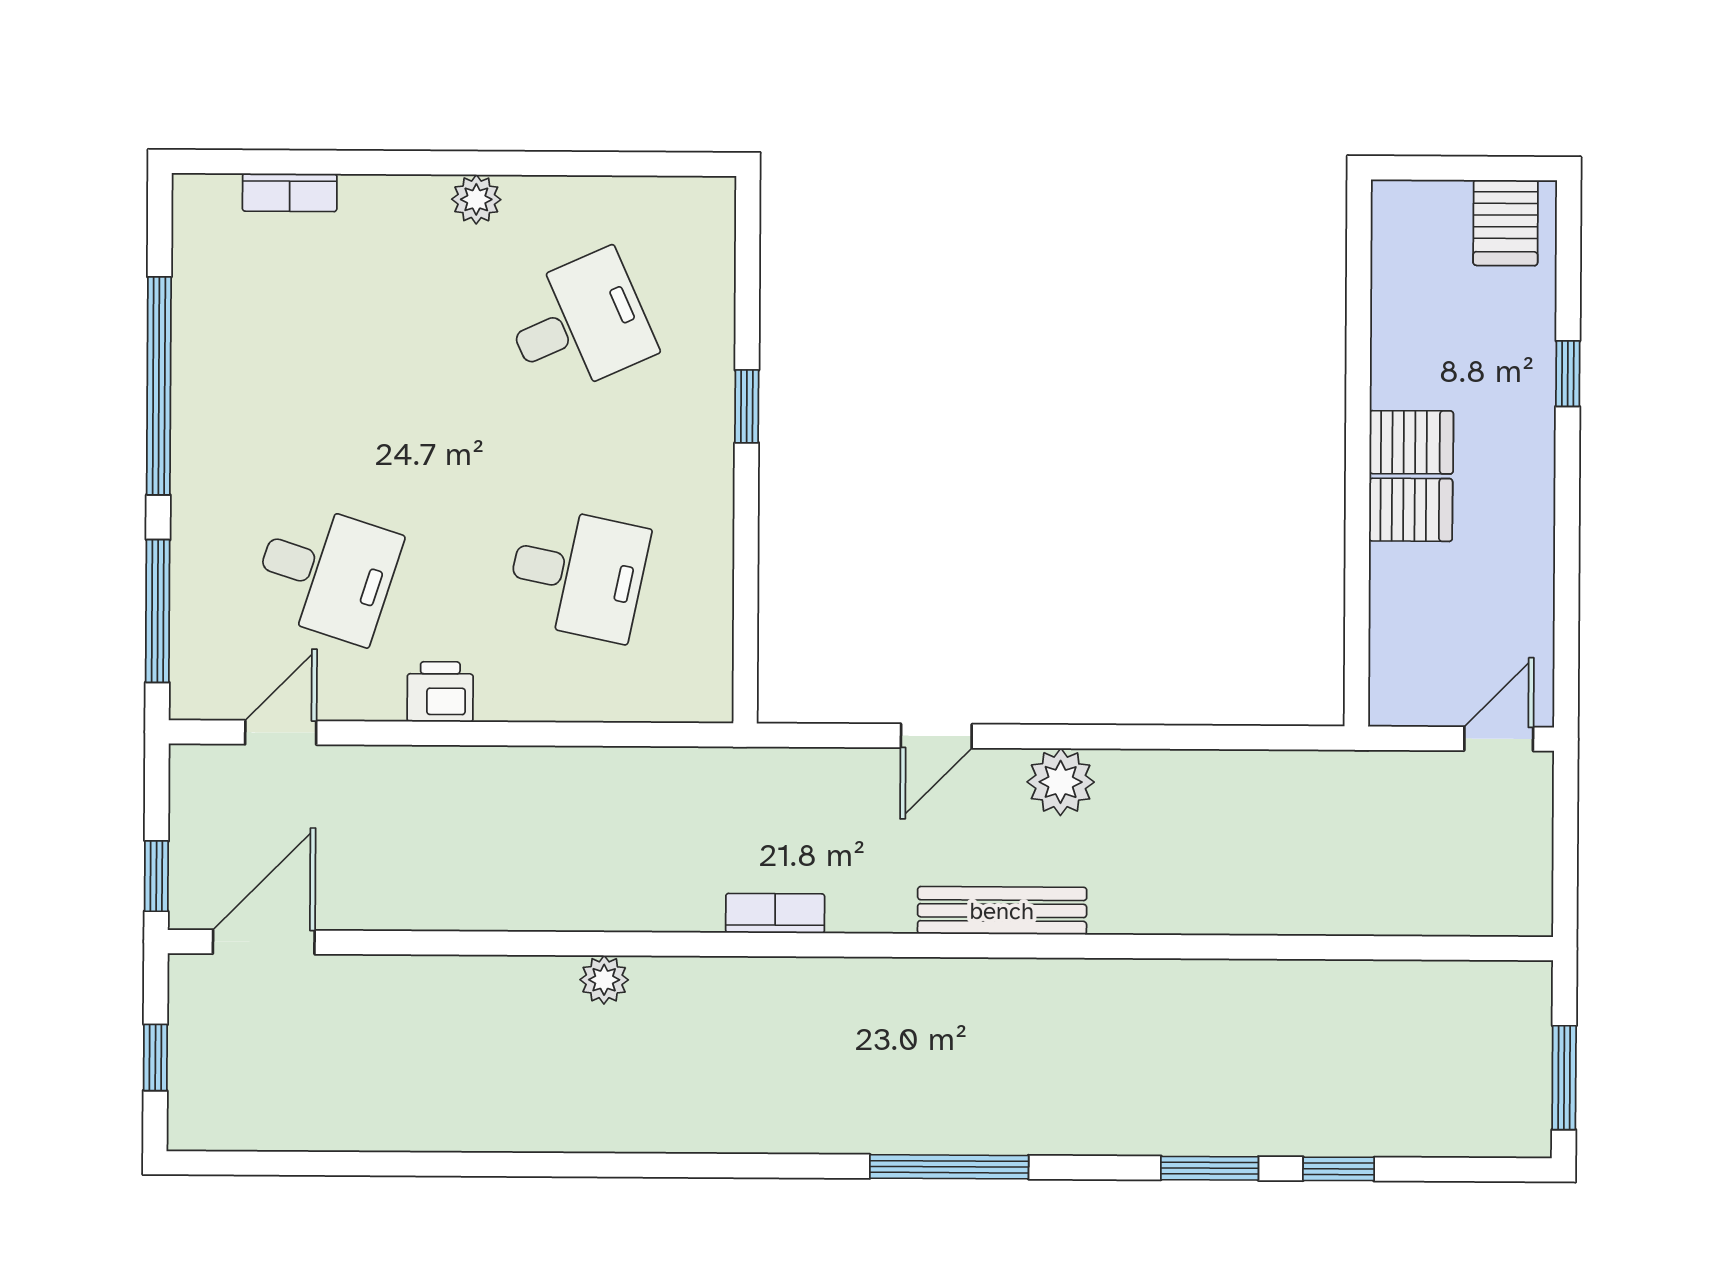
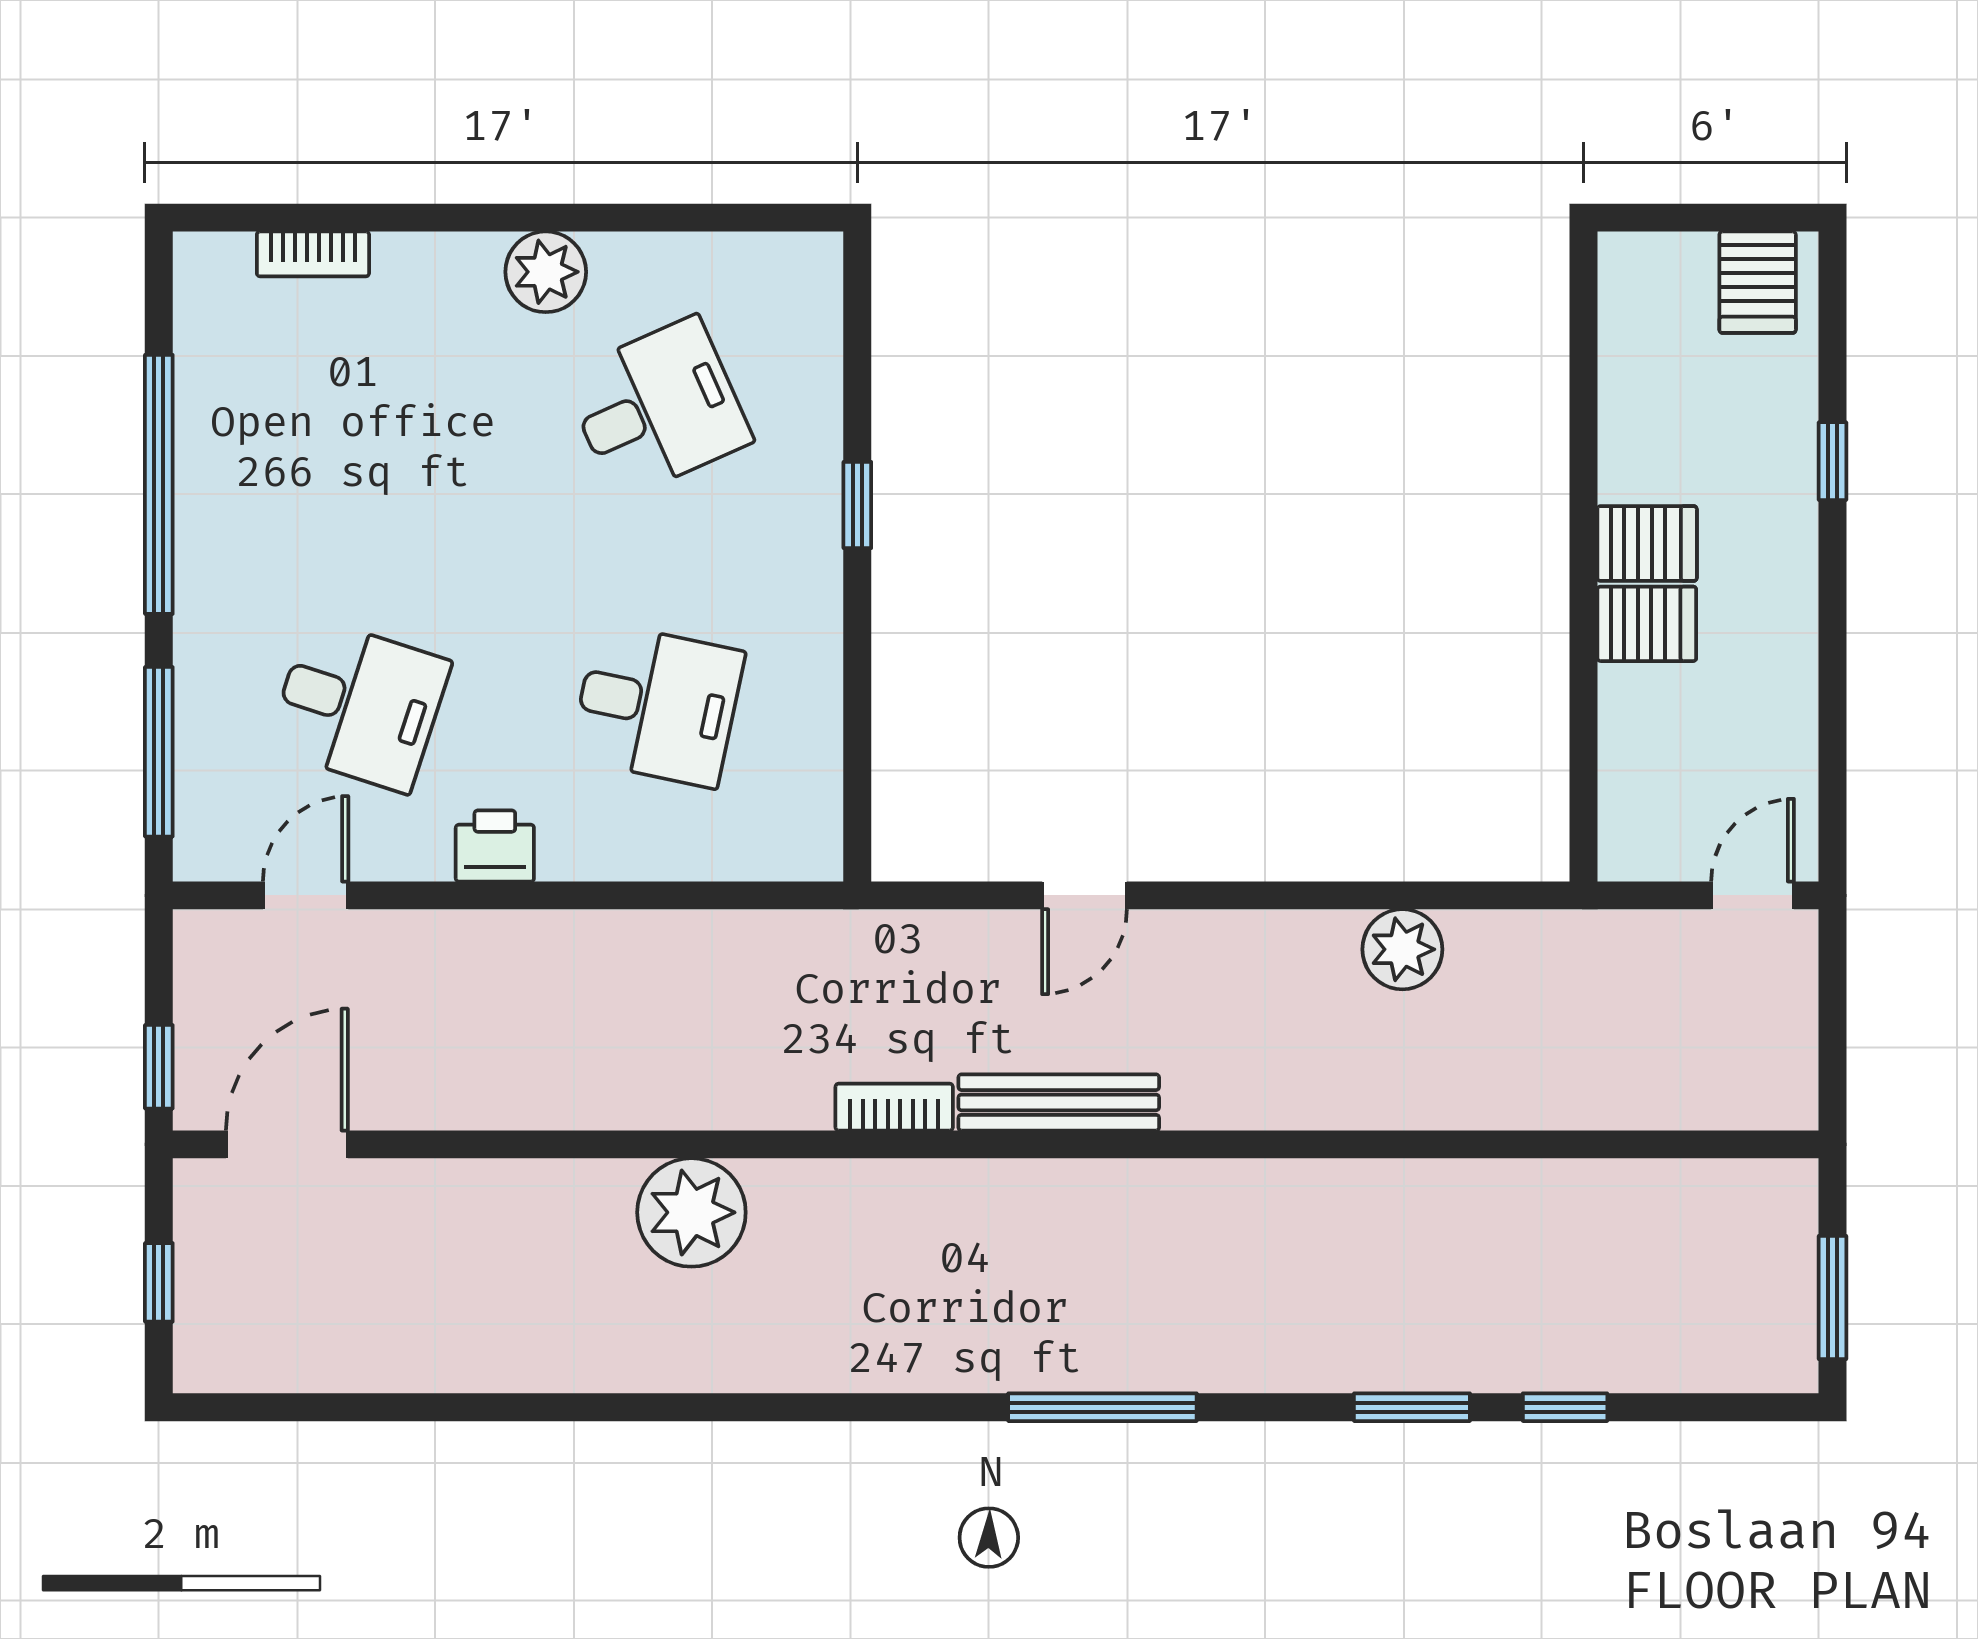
plant: (476, 199) -> (546, 272), width x1.38, depth x1.38
plant: (1061, 782) -> (1402, 949), moved
bench: (1002, 911) -> (1059, 1102), moved
plant: (604, 980) -> (691, 1212), width x1.88, depth x1.88

